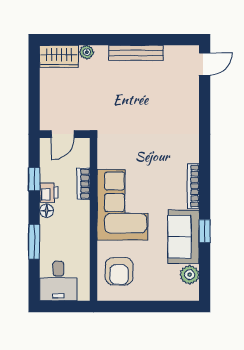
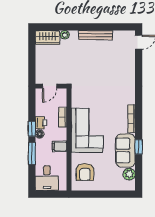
window: (34, 179) -> (32, 129), moved
filing cabinet: (78, 230) -> (59, 146), added

